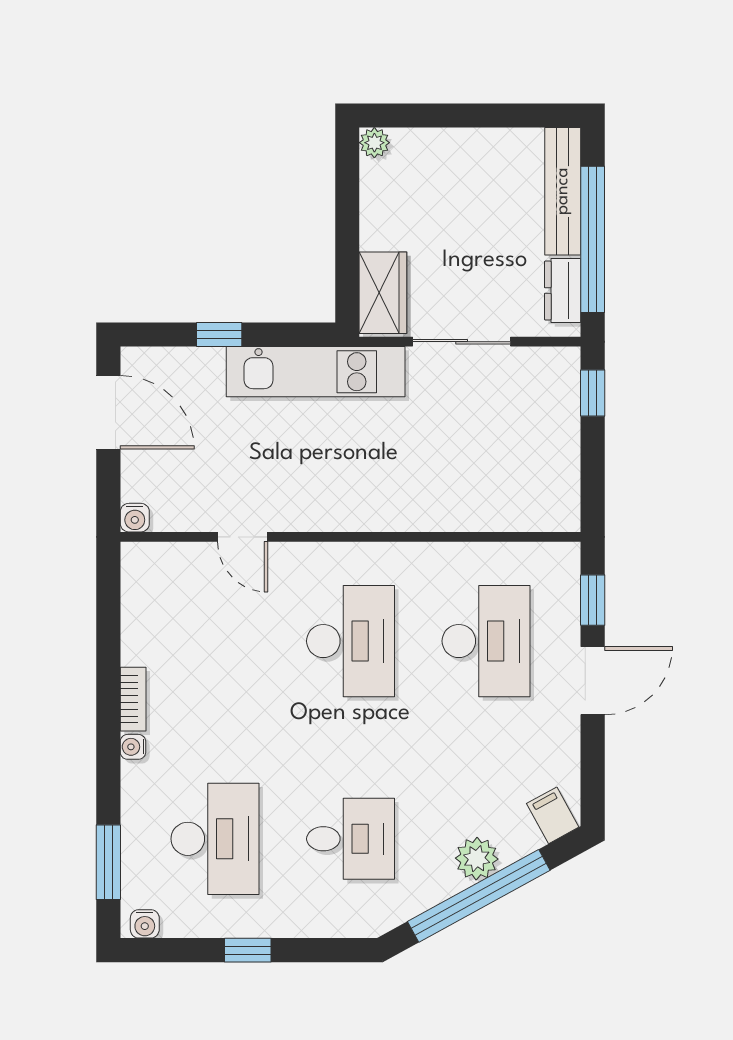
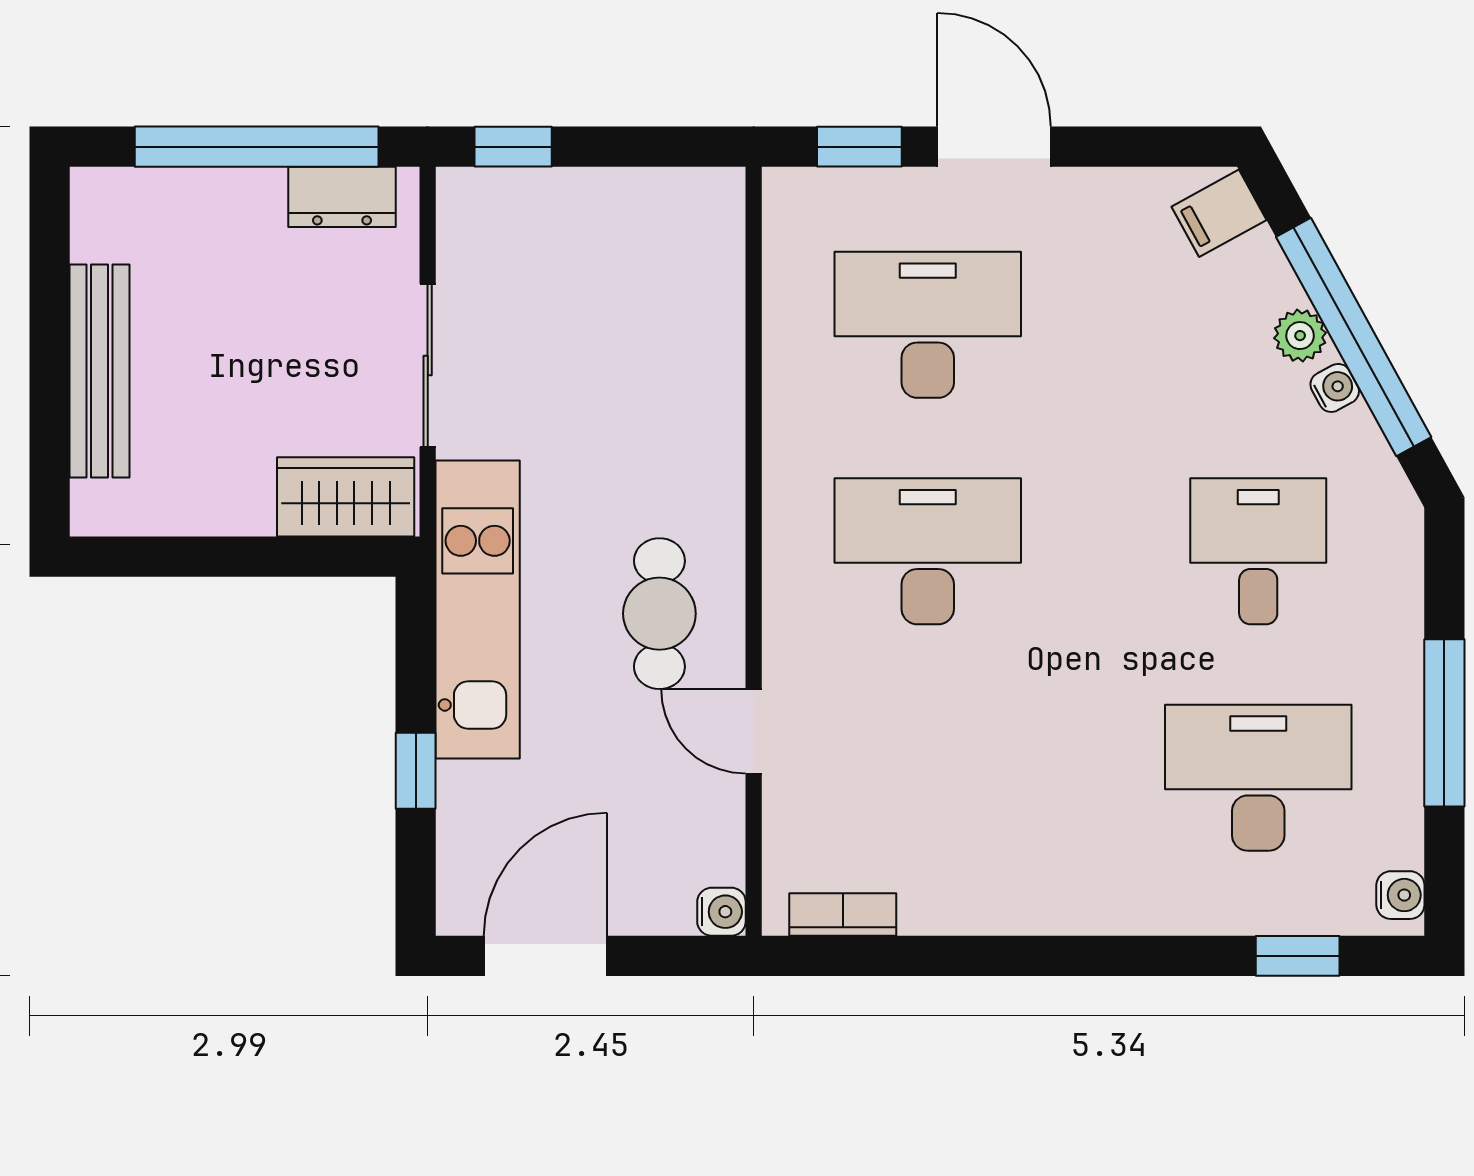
plant: (374, 143) -> (95, 511), removed
bench: (563, 191) -> (99, 371), moved, turned 90
cafe table: (313, 480) -> (659, 614), added
door: (243, 537) -> (754, 731), swing flipped
bookcase: (133, 699) -> (843, 915), moved
water cooler: (133, 747) -> (1335, 388), moved, turned -119
plant: (477, 859) -> (1300, 336), width x0.73, depth x0.73
window: (108, 862) -> (1298, 956), width x0.67
window: (248, 950) -> (1444, 723), width x2.17

